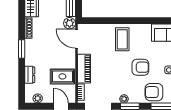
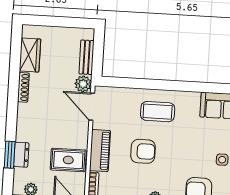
coffee table: (122, 39) -> (158, 112), turned 90
window: (22, 49) -> (10, 155), moved
armchair: (140, 67) -> (143, 151), moved

